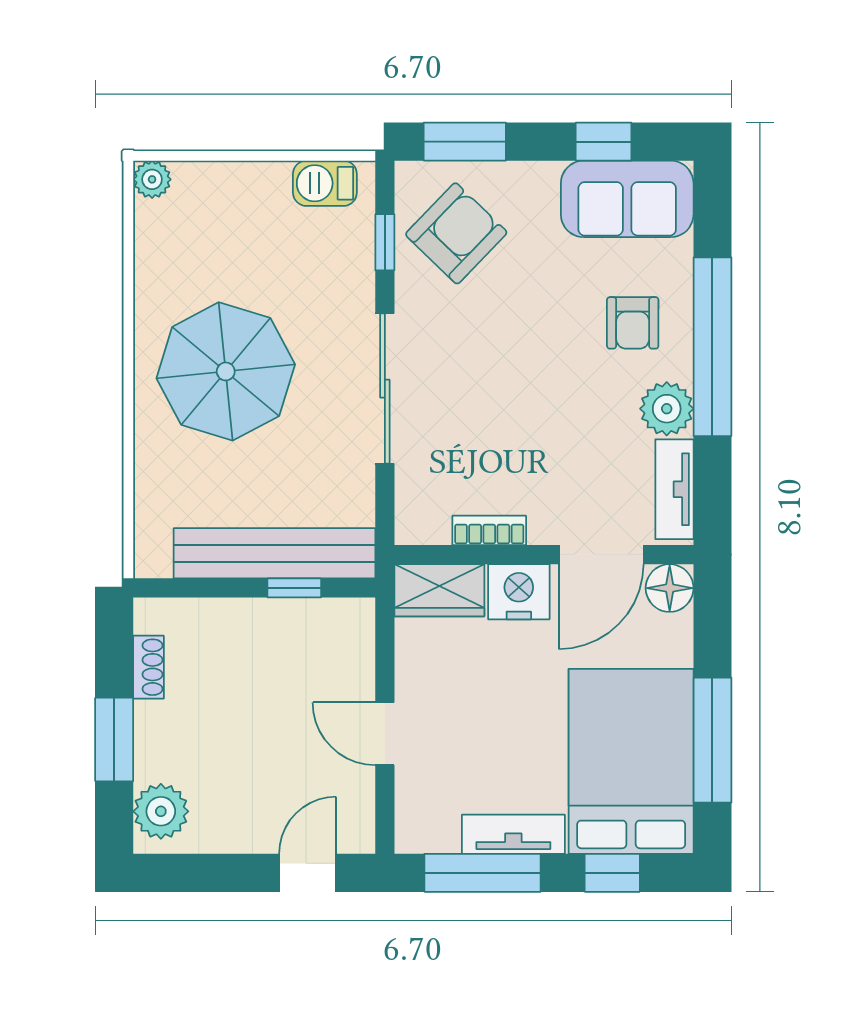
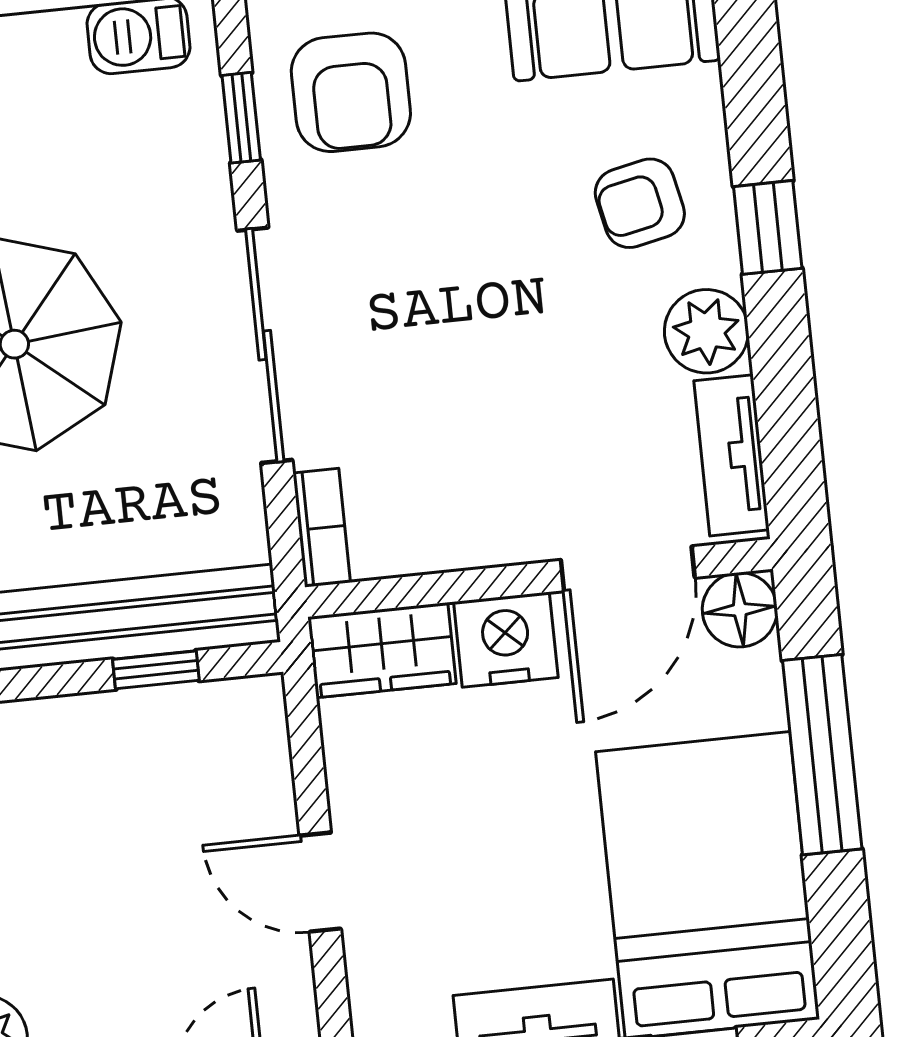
armchair: (456, 233) -> (351, 92), turned 136
armchair: (633, 323) -> (640, 203), turned 78
window: (712, 347) -> (768, 227), width x0.32
bookcase: (489, 530) -> (322, 528), moved, turned 90
window: (712, 740) -> (822, 755), moved

